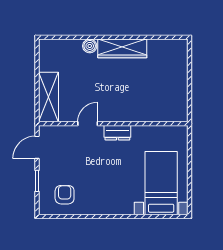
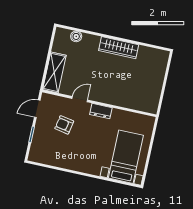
boiler: (90, 46) -> (76, 36), moved
armchair: (65, 195) -> (64, 125), moved, turned -79

